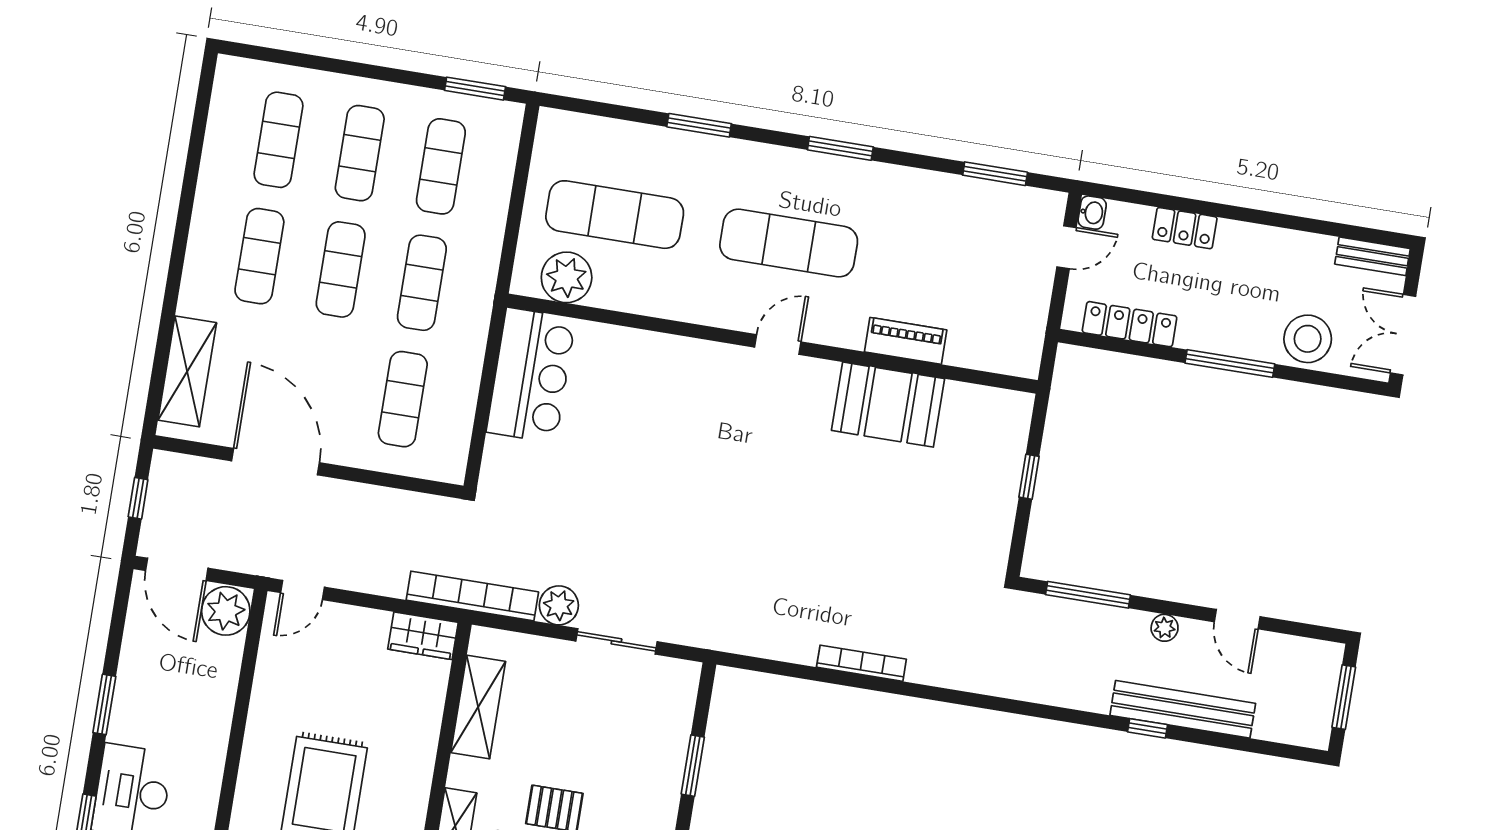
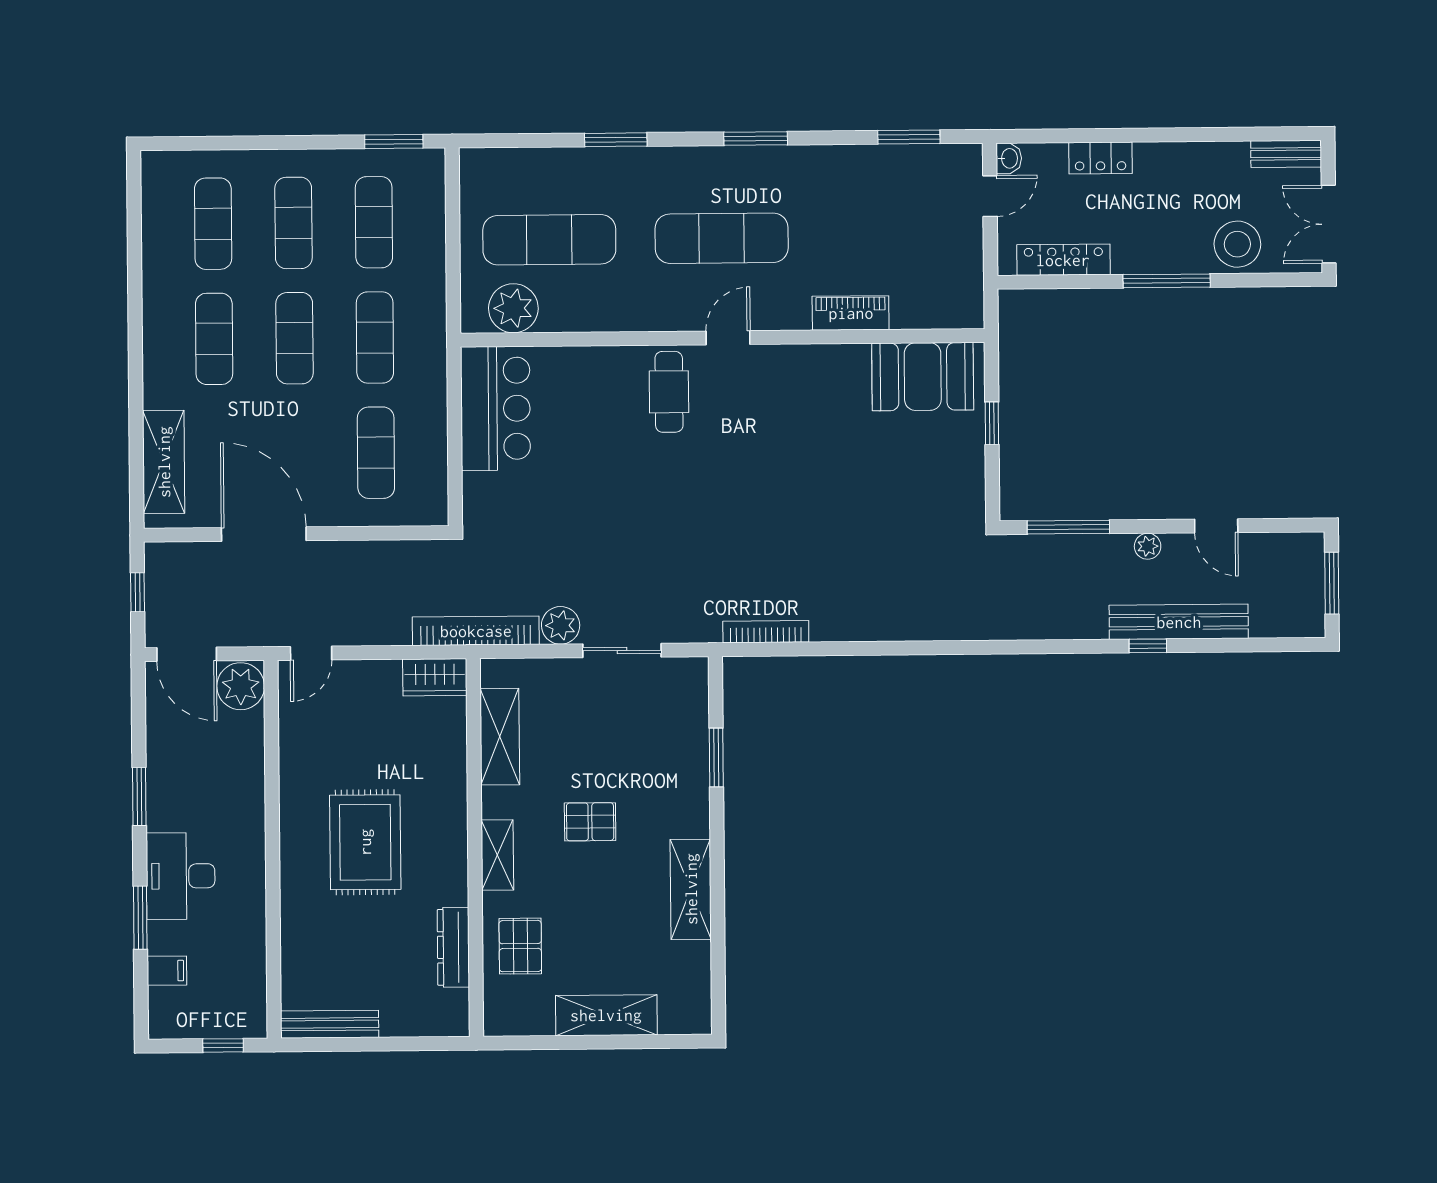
cafe table: (709, 389) -> (669, 392), added
booth: (888, 405) -> (923, 377), moved
bookcase: (861, 663) -> (766, 632), moved

